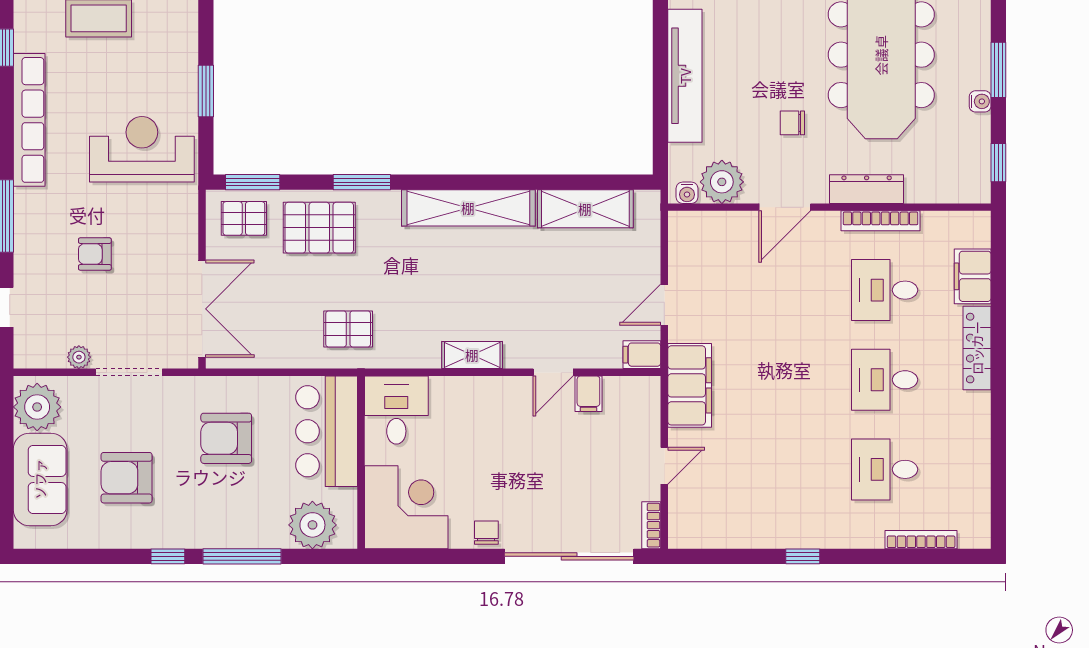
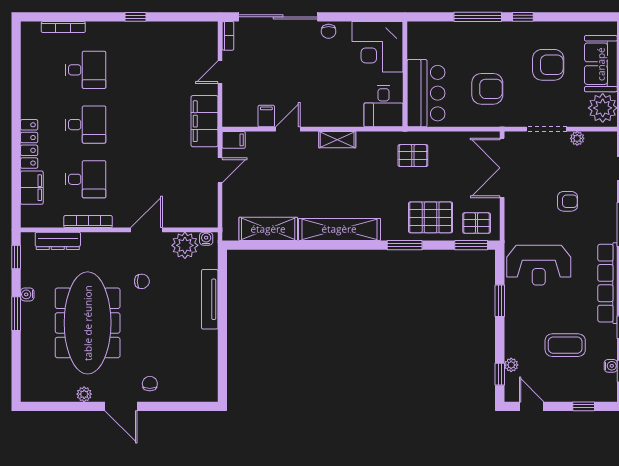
tv unit: (685, 76) -> (210, 299), width x0.73, depth x0.78
dresser: (867, 189) -> (58, 241), moved
plant: (312, 525) -> (435, 36), removed

